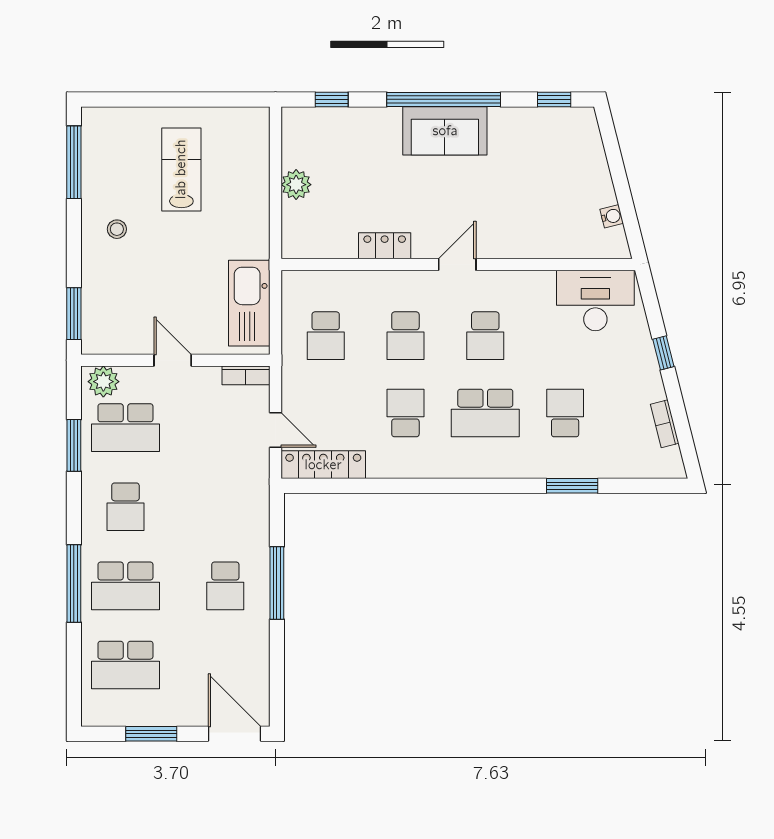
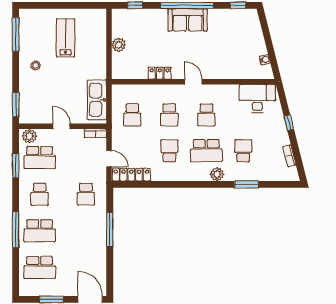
door: (457, 264) -> (193, 82), hinge flipped
plant: (508, 464) -> (217, 174), added
school desk: (225, 586) -> (86, 194), moved

